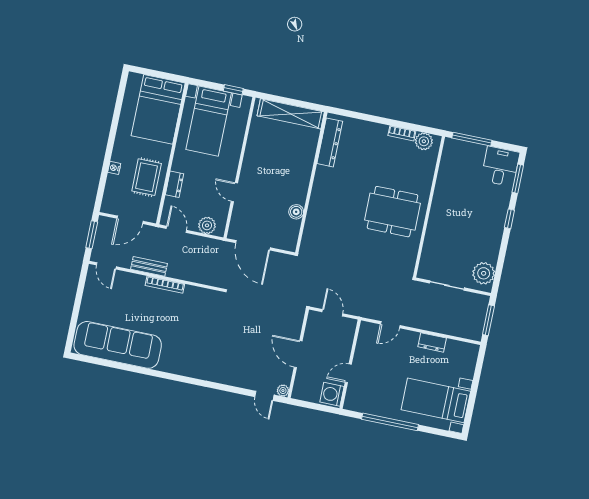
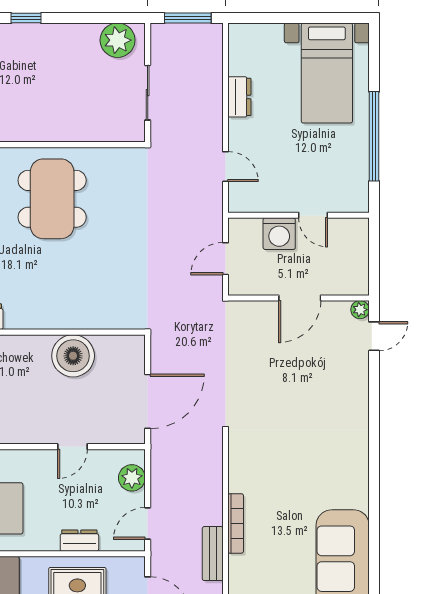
boiler: (296, 212) -> (73, 356), width x1.86, depth x1.86
washing machine: (332, 394) -> (279, 234), moved

